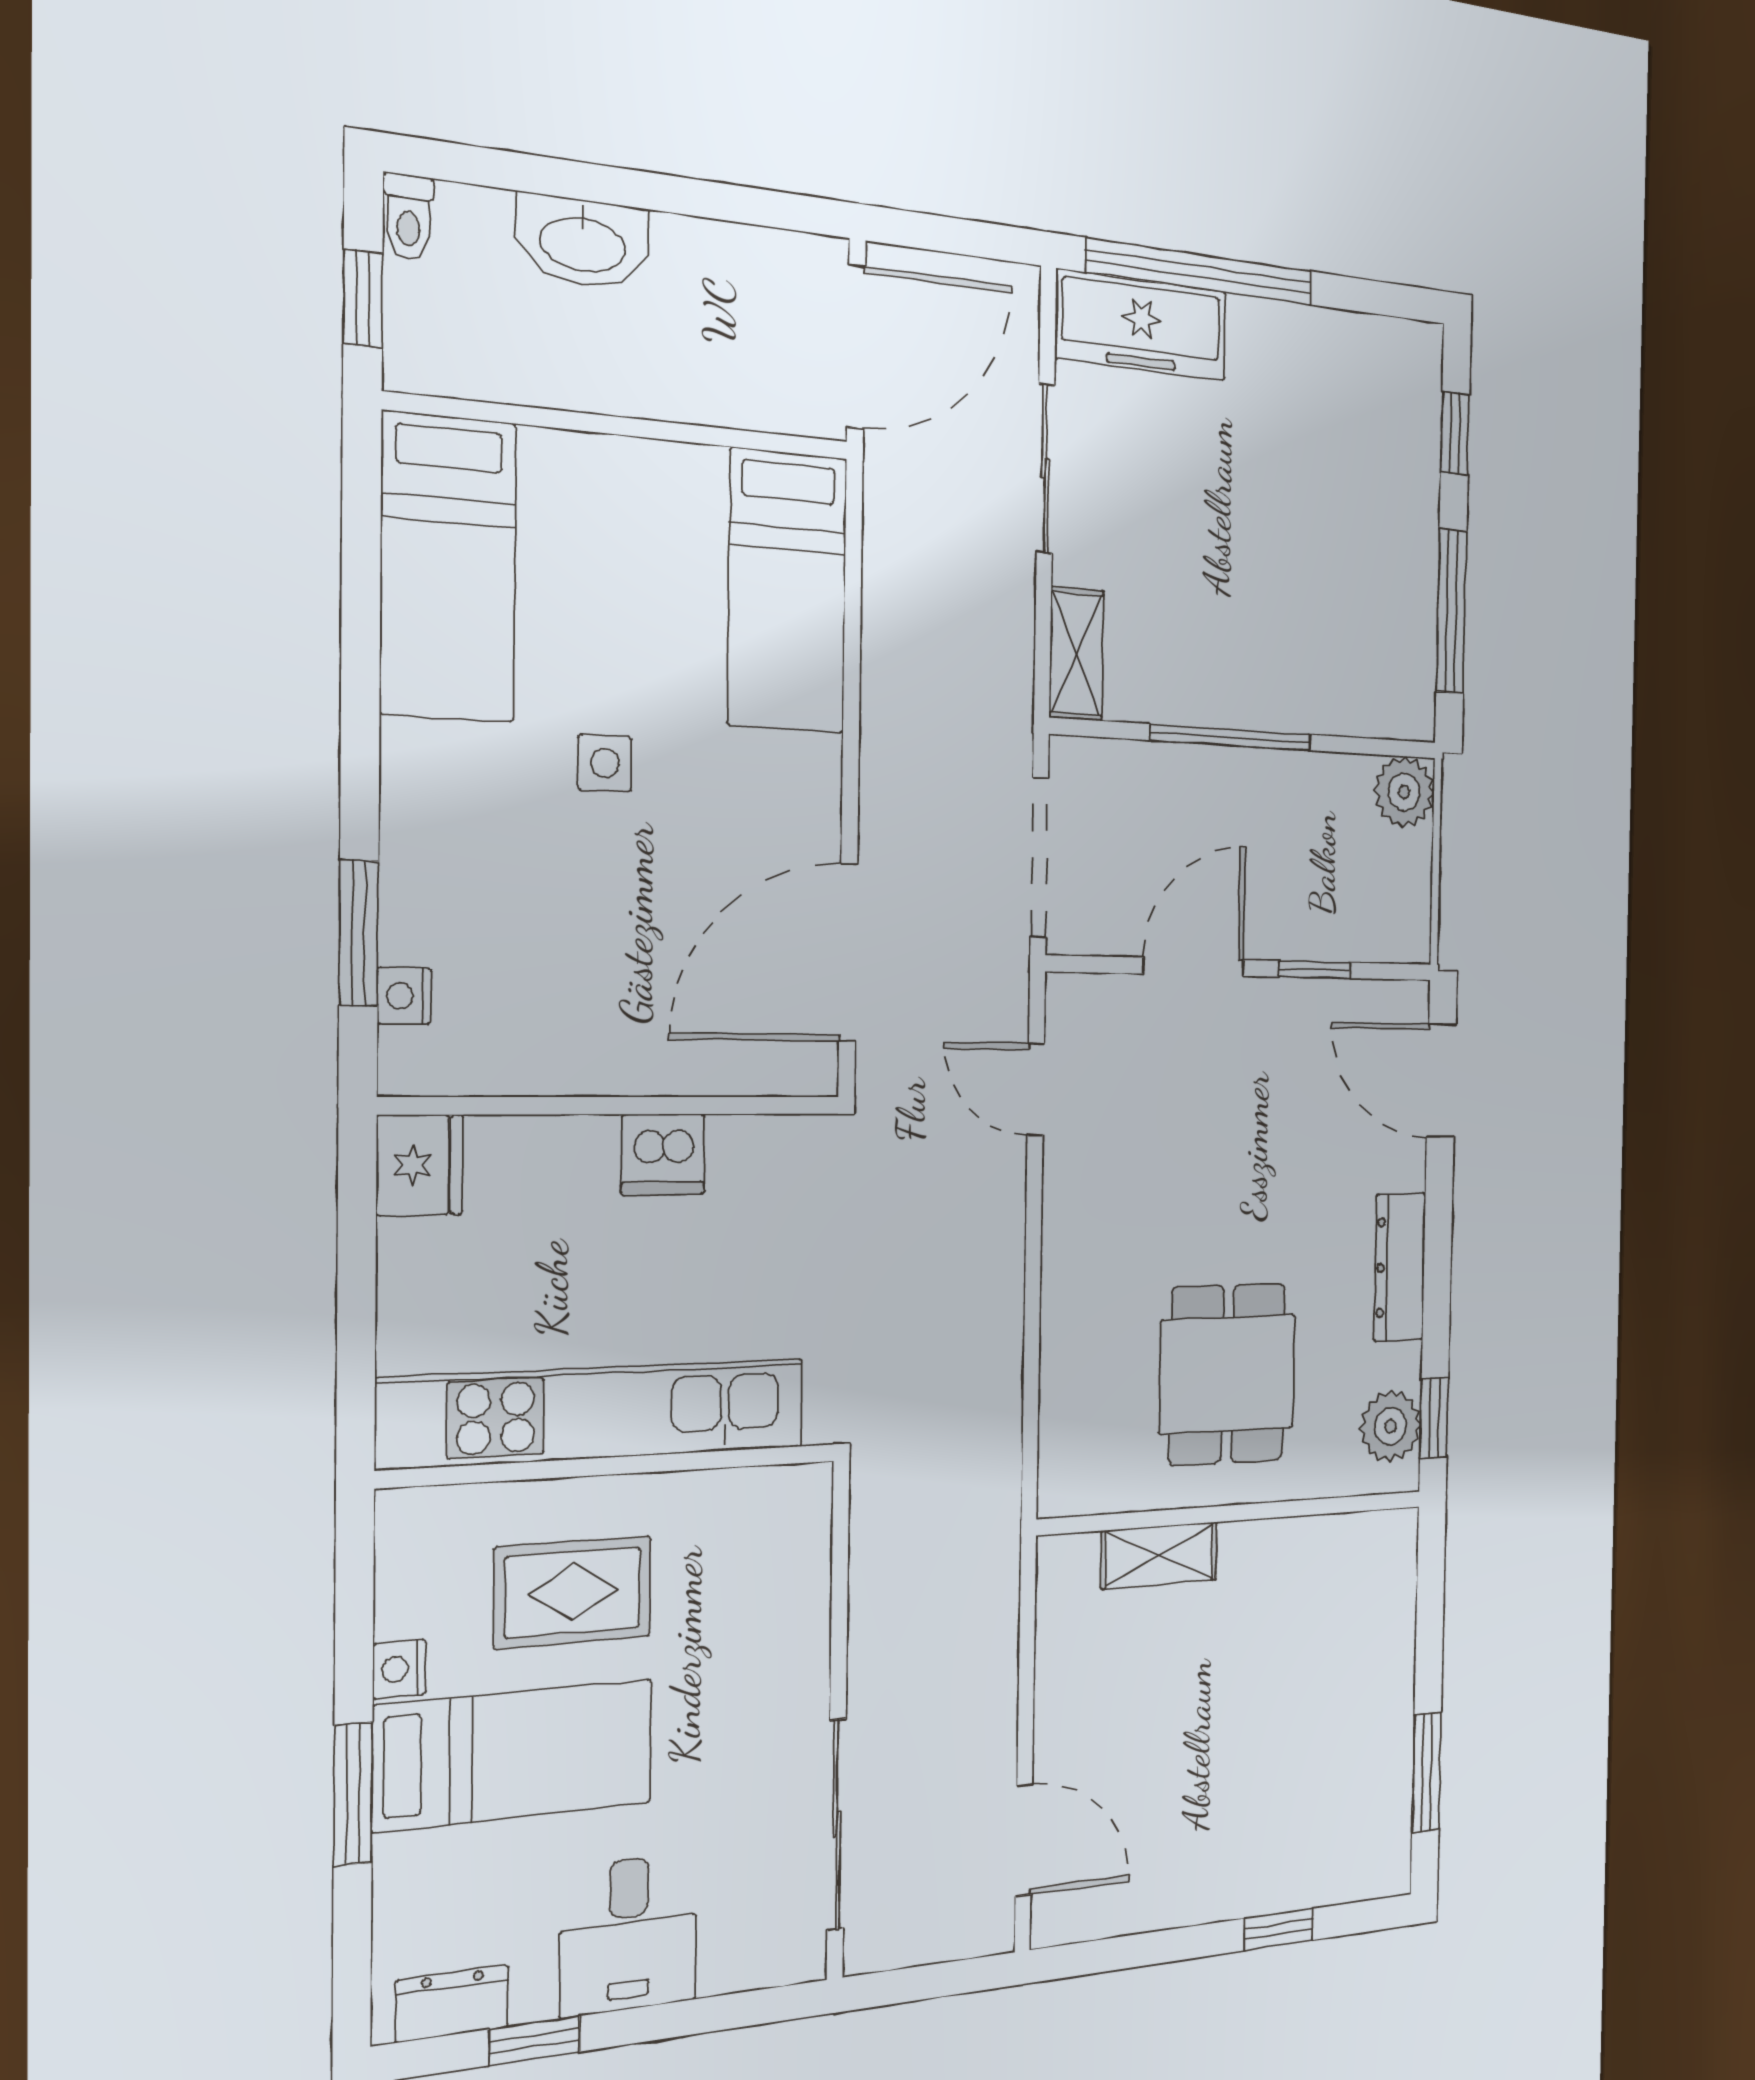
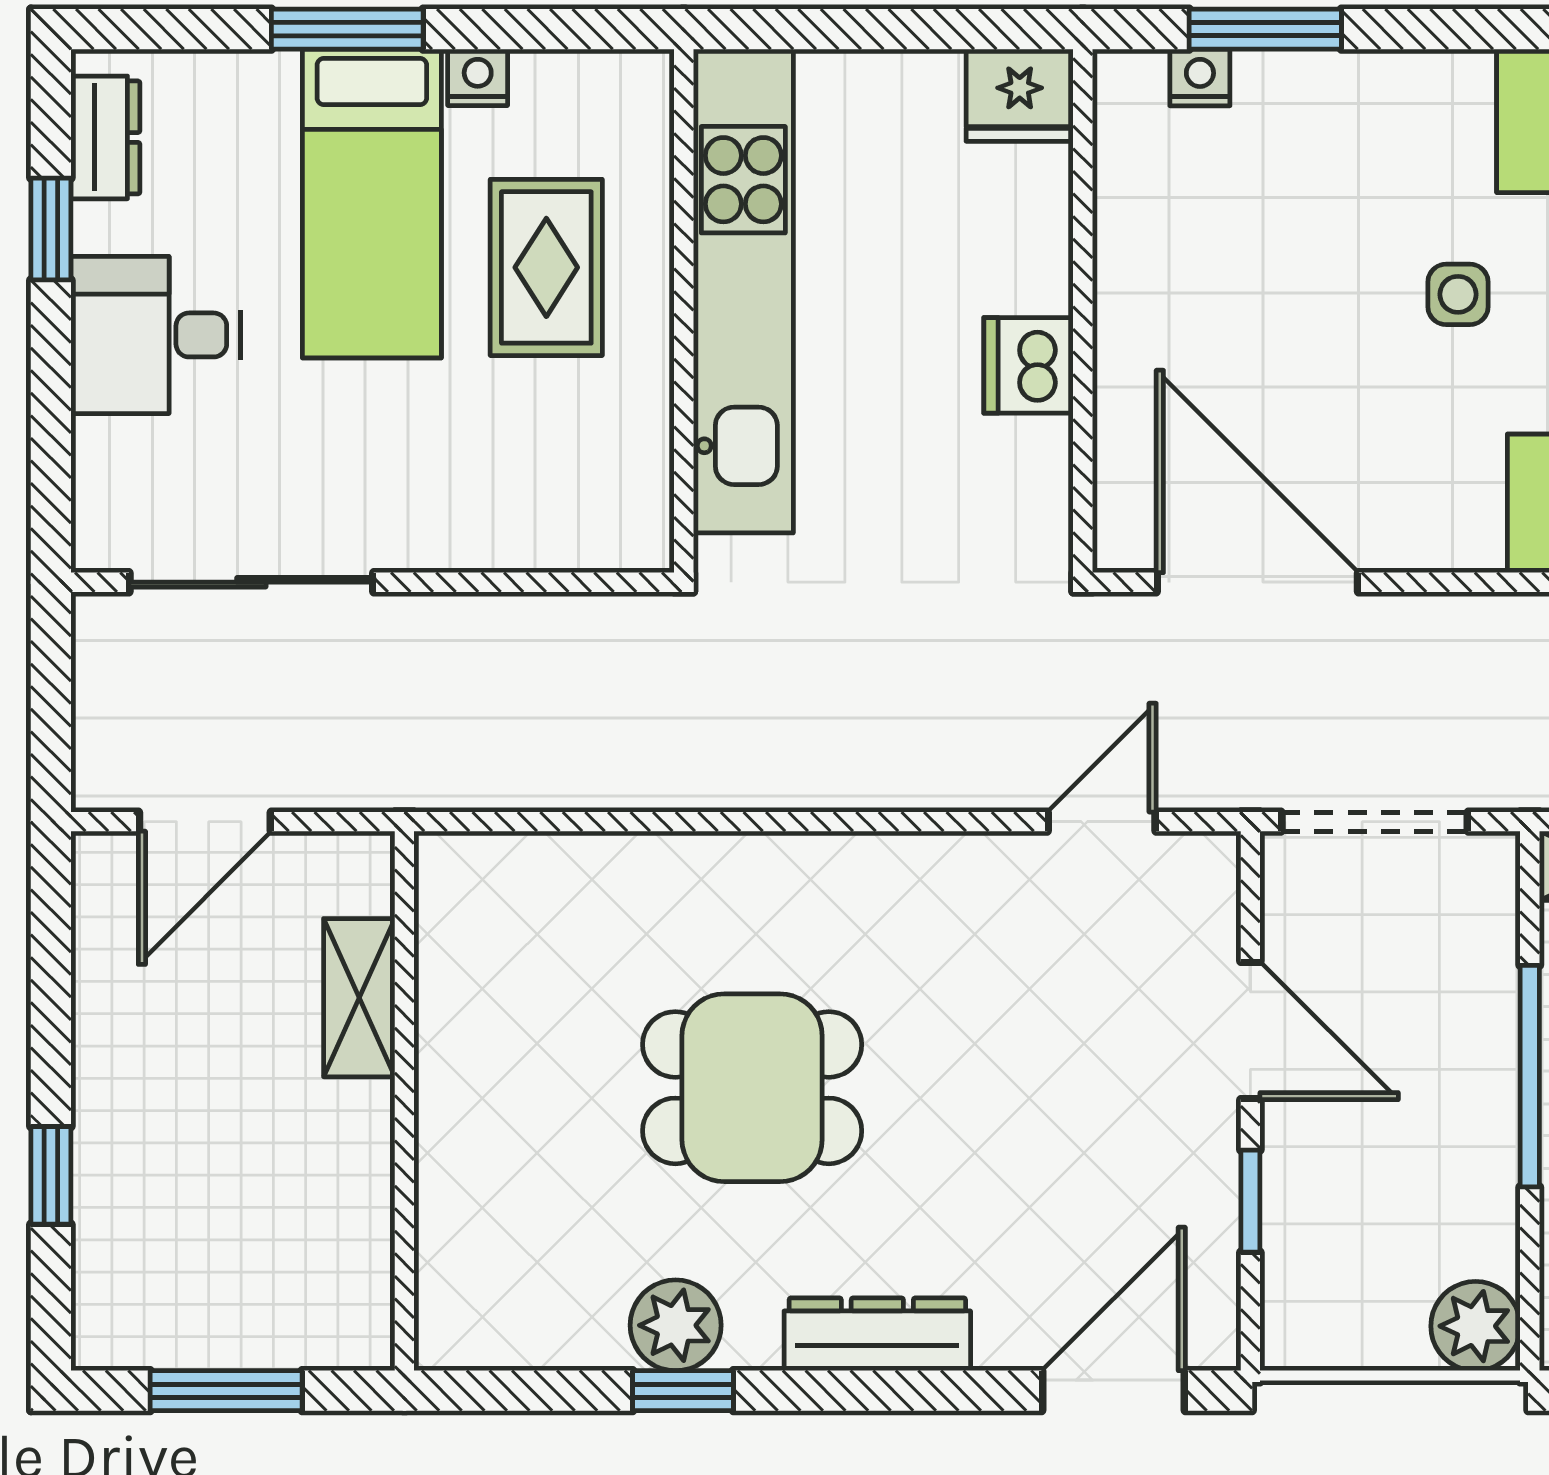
wall: (1234, 1513) -> (404, 1101), moved
shelving: (1159, 1555) -> (359, 998), moved

